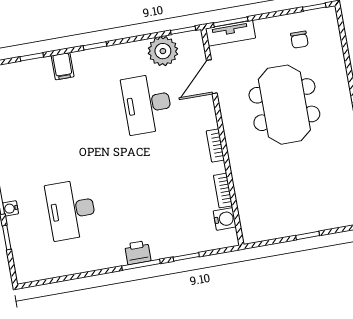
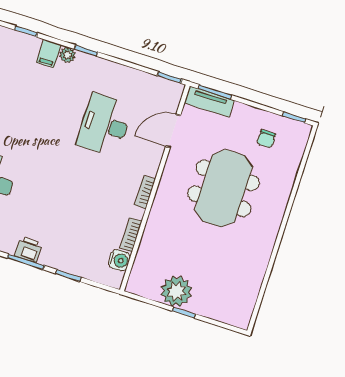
plant: (163, 51) -> (68, 55), moved, width x0.53, depth x0.53
plant: (291, 220) -> (176, 291), added

